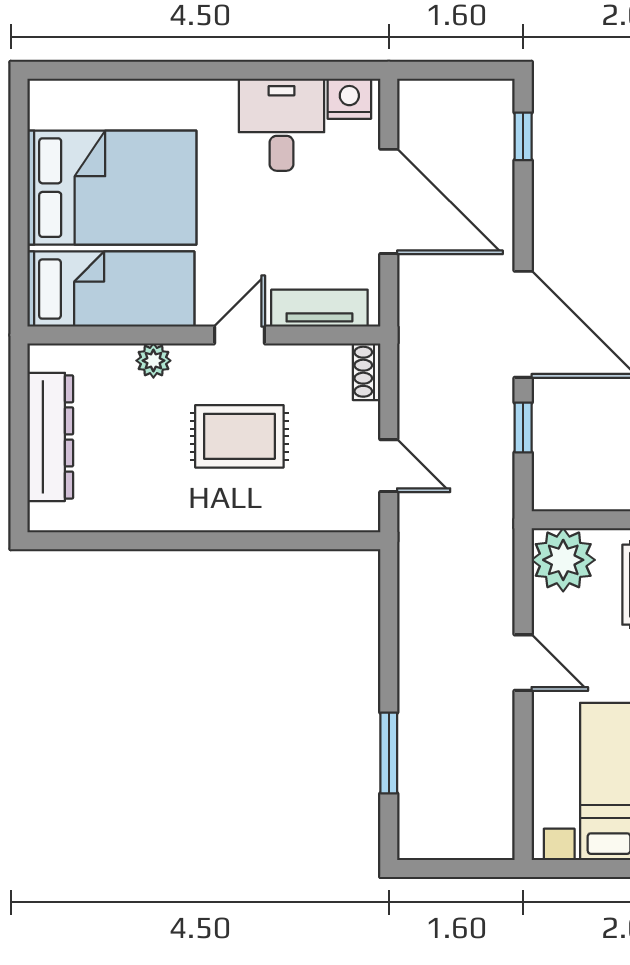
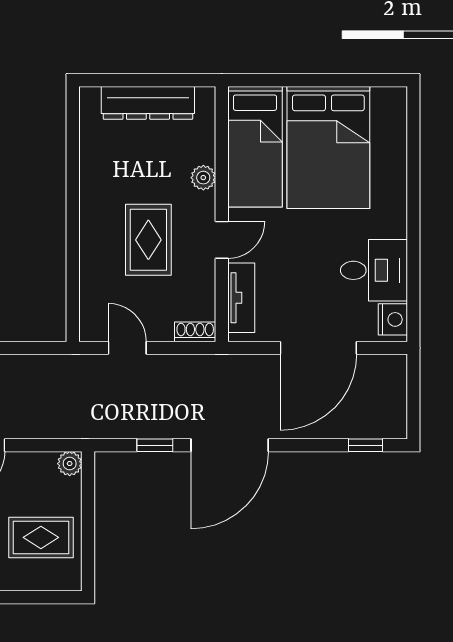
door: (240, 335) -> (222, 240), hinge flipped
door: (389, 466) -> (127, 348), swing flipped
plant: (563, 560) -> (70, 464), width x0.53, depth x0.53

